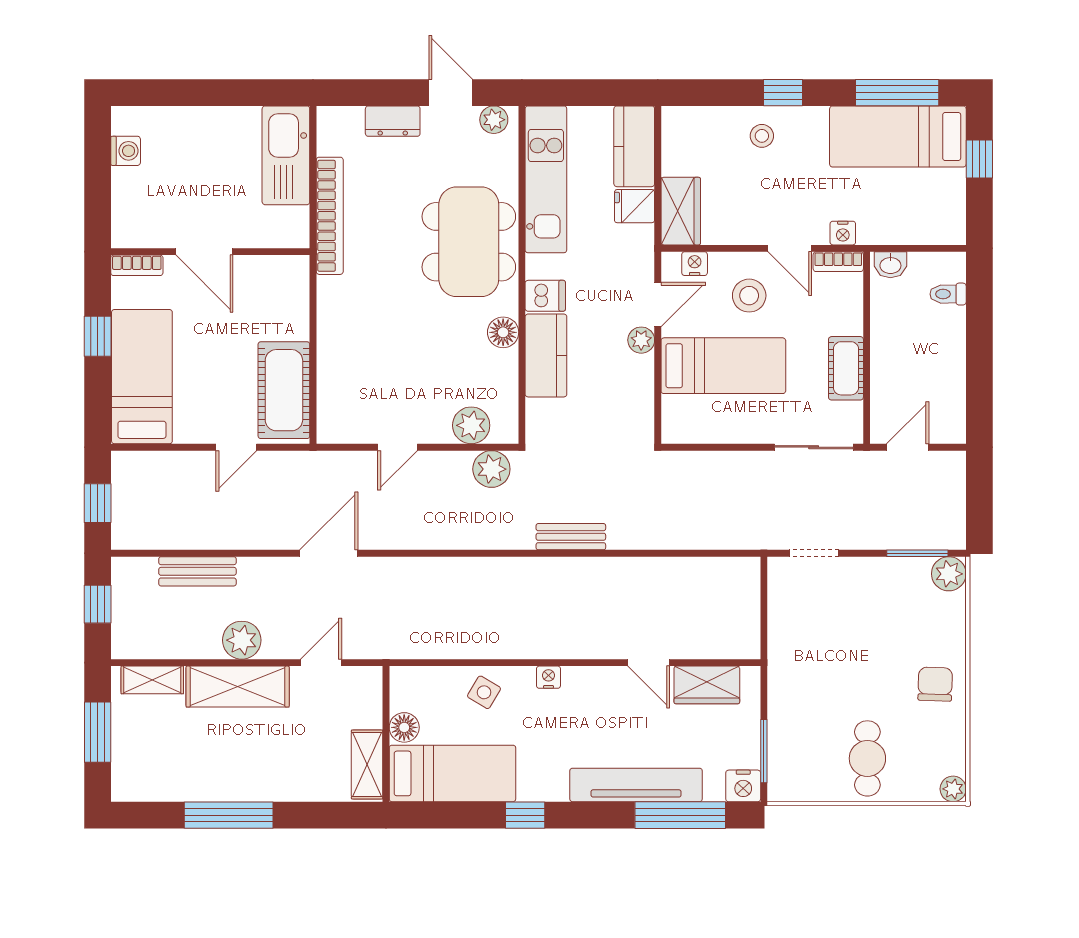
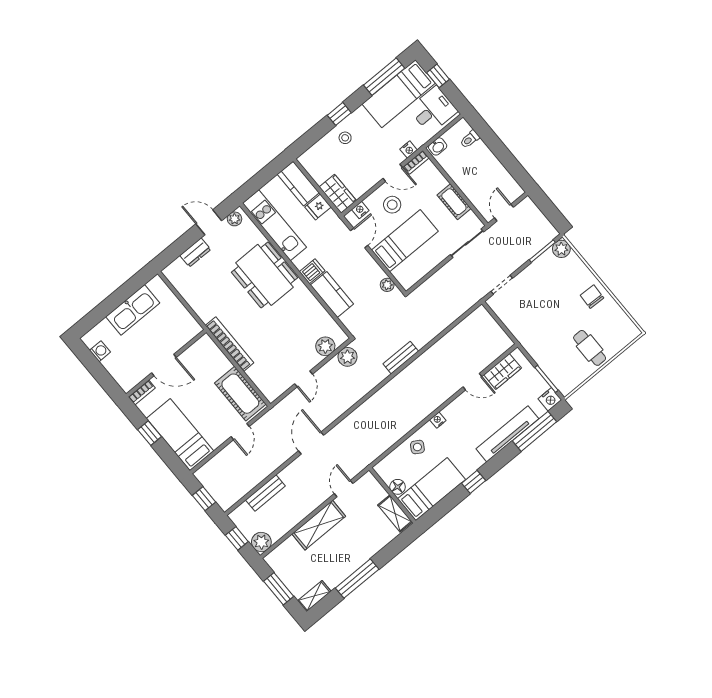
kitchen sink: (286, 155) -> (133, 310), moved, turned -90
desk: (929, 204) -> (433, 110), added
bookcase: (330, 216) -> (230, 344), moved
floor lamp: (503, 332) -> (307, 299), removed
plant: (641, 340) -> (387, 285), moved
plant: (242, 640) -> (261, 542), moved
shelving: (152, 680) -> (314, 596), moved
plant: (953, 789) -> (633, 332), removed

